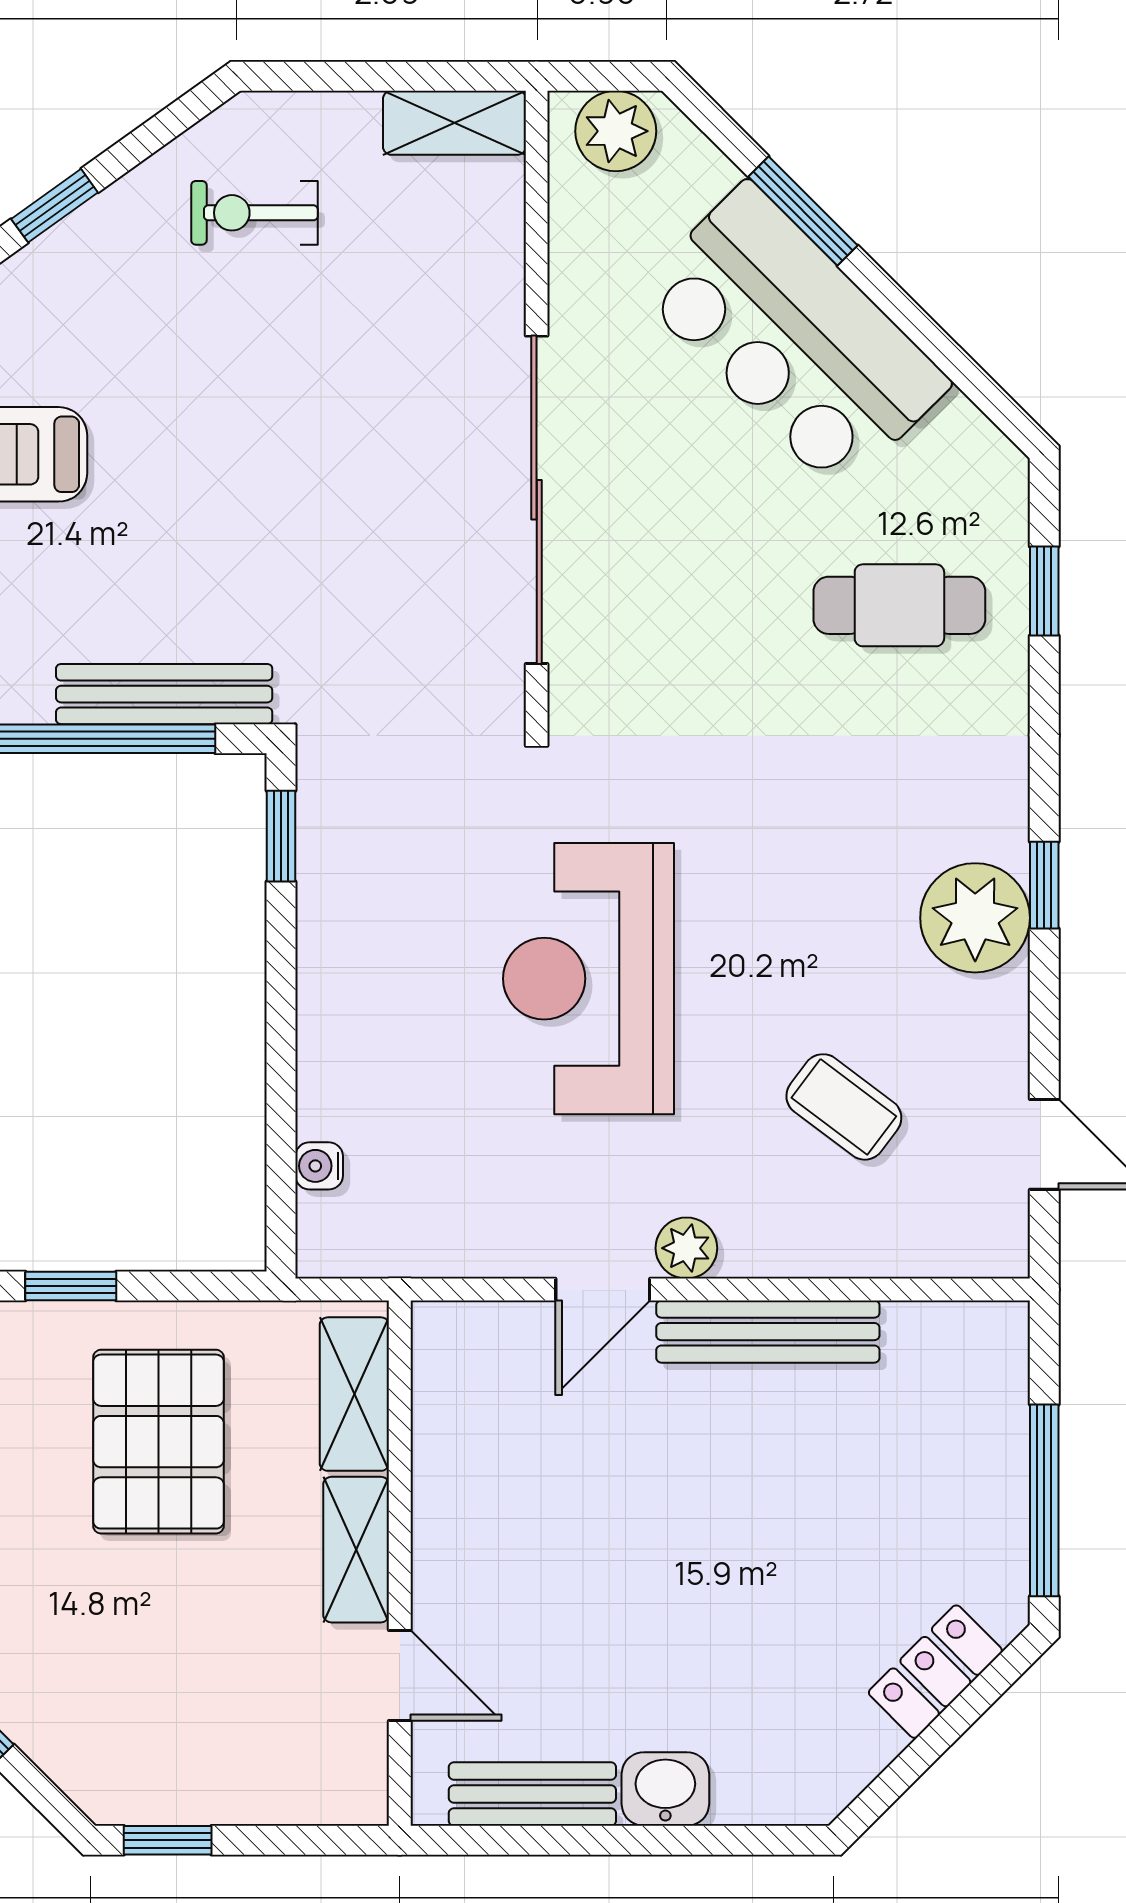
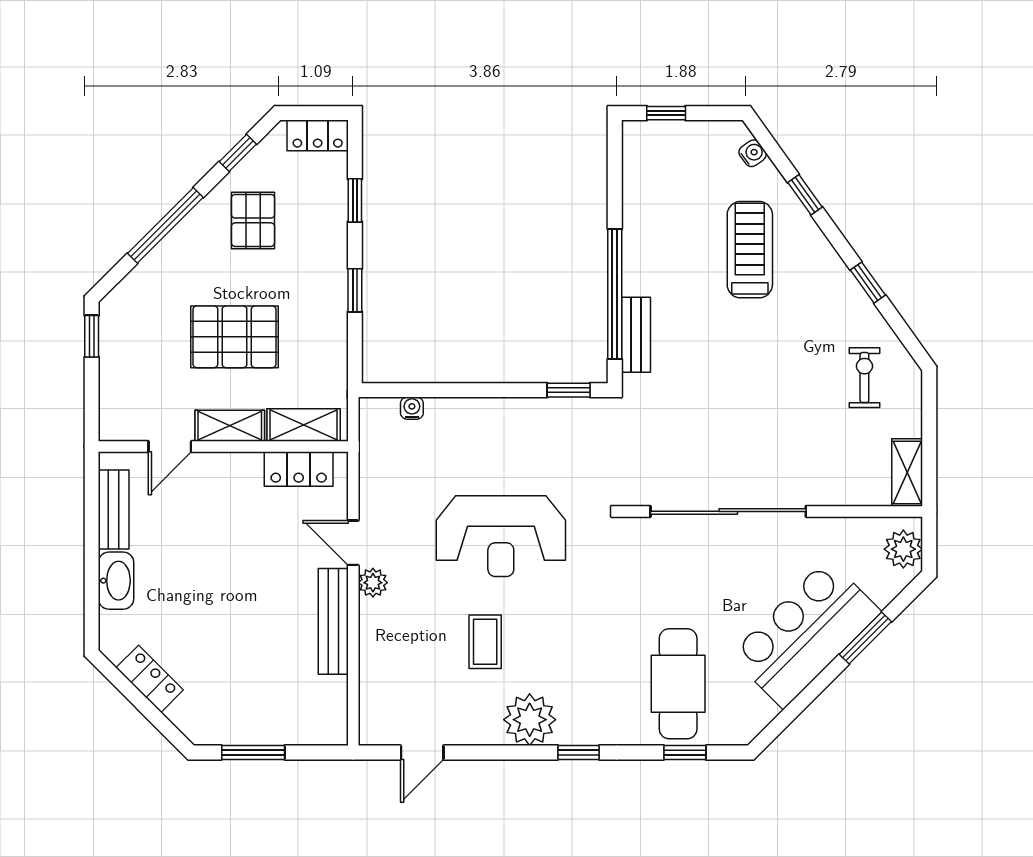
cafe table: (899, 605) -> (678, 684), width x1.37, depth x1.35
bench: (164, 694) -> (636, 335), width x0.73
window: (1044, 885) -> (579, 753), moved
reception desk: (589, 979) -> (501, 536), turned 180
coffee table: (844, 1107) -> (485, 642), moved, turned -37
locker: (447, 1404) -> (299, 469), added
pallet: (158, 1442) -> (234, 337), moved
window: (1044, 1500) -> (253, 753), width x0.69
locker: (935, 1672) -> (150, 679), moved
washbasin: (665, 1789) -> (116, 581), width x1.38

